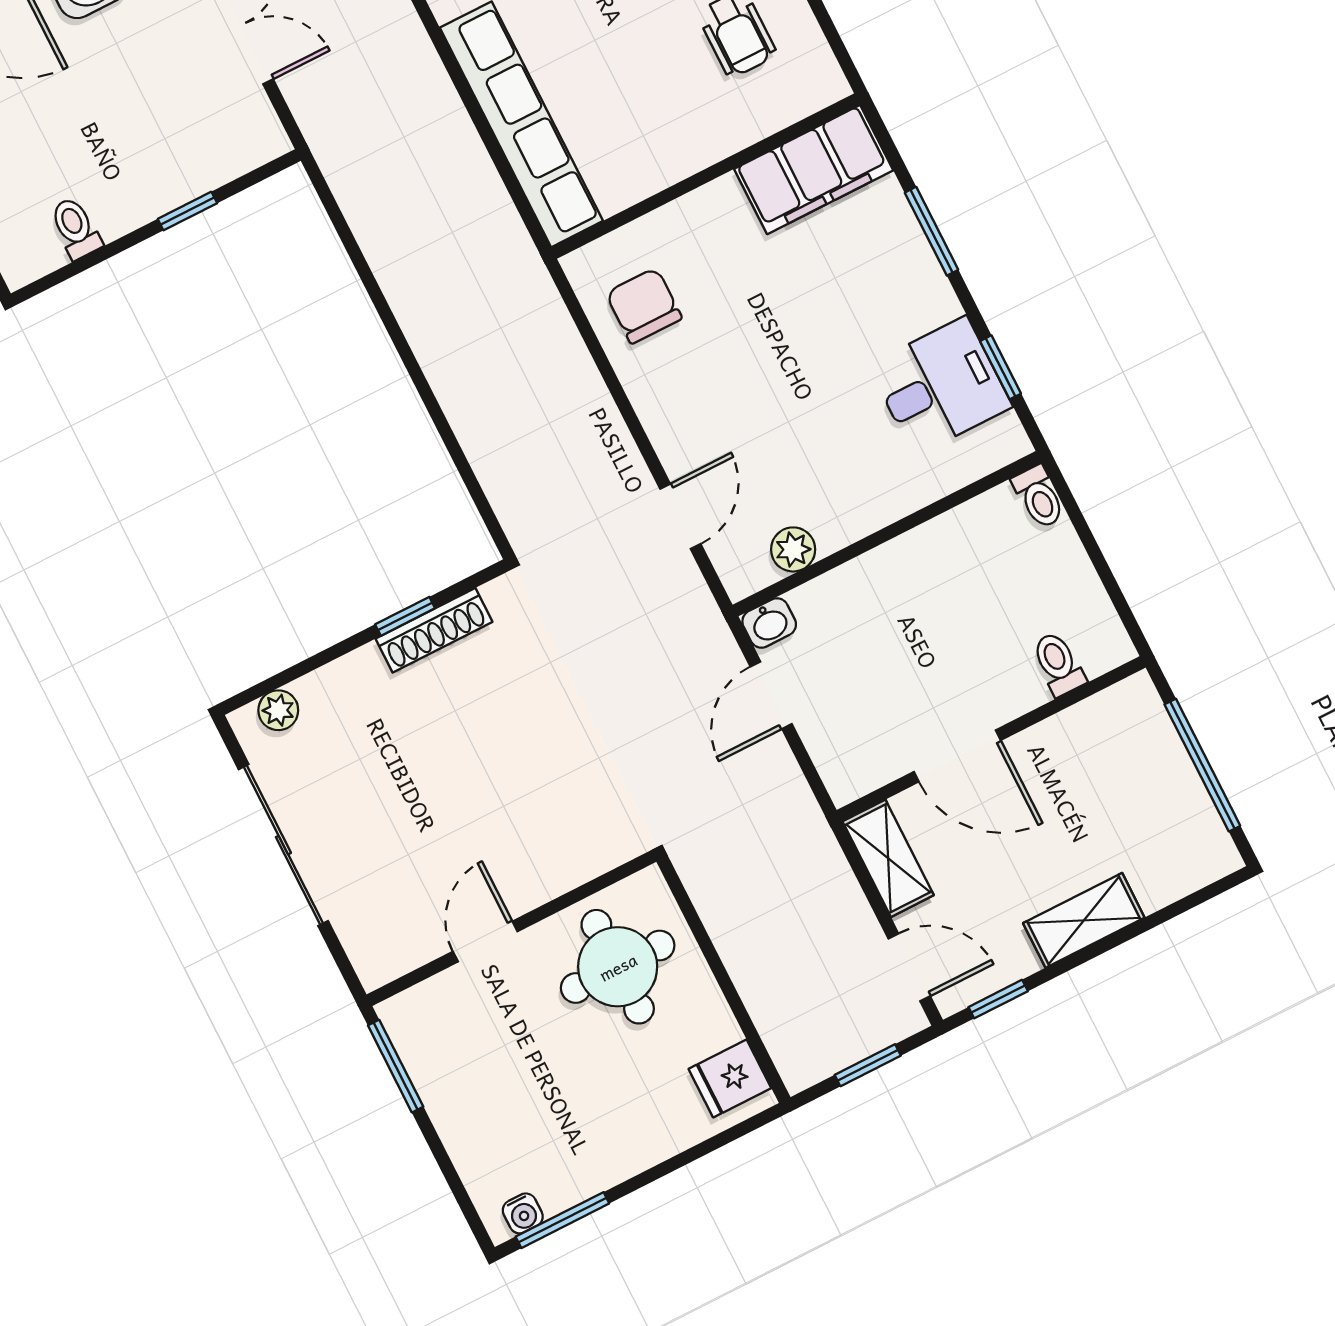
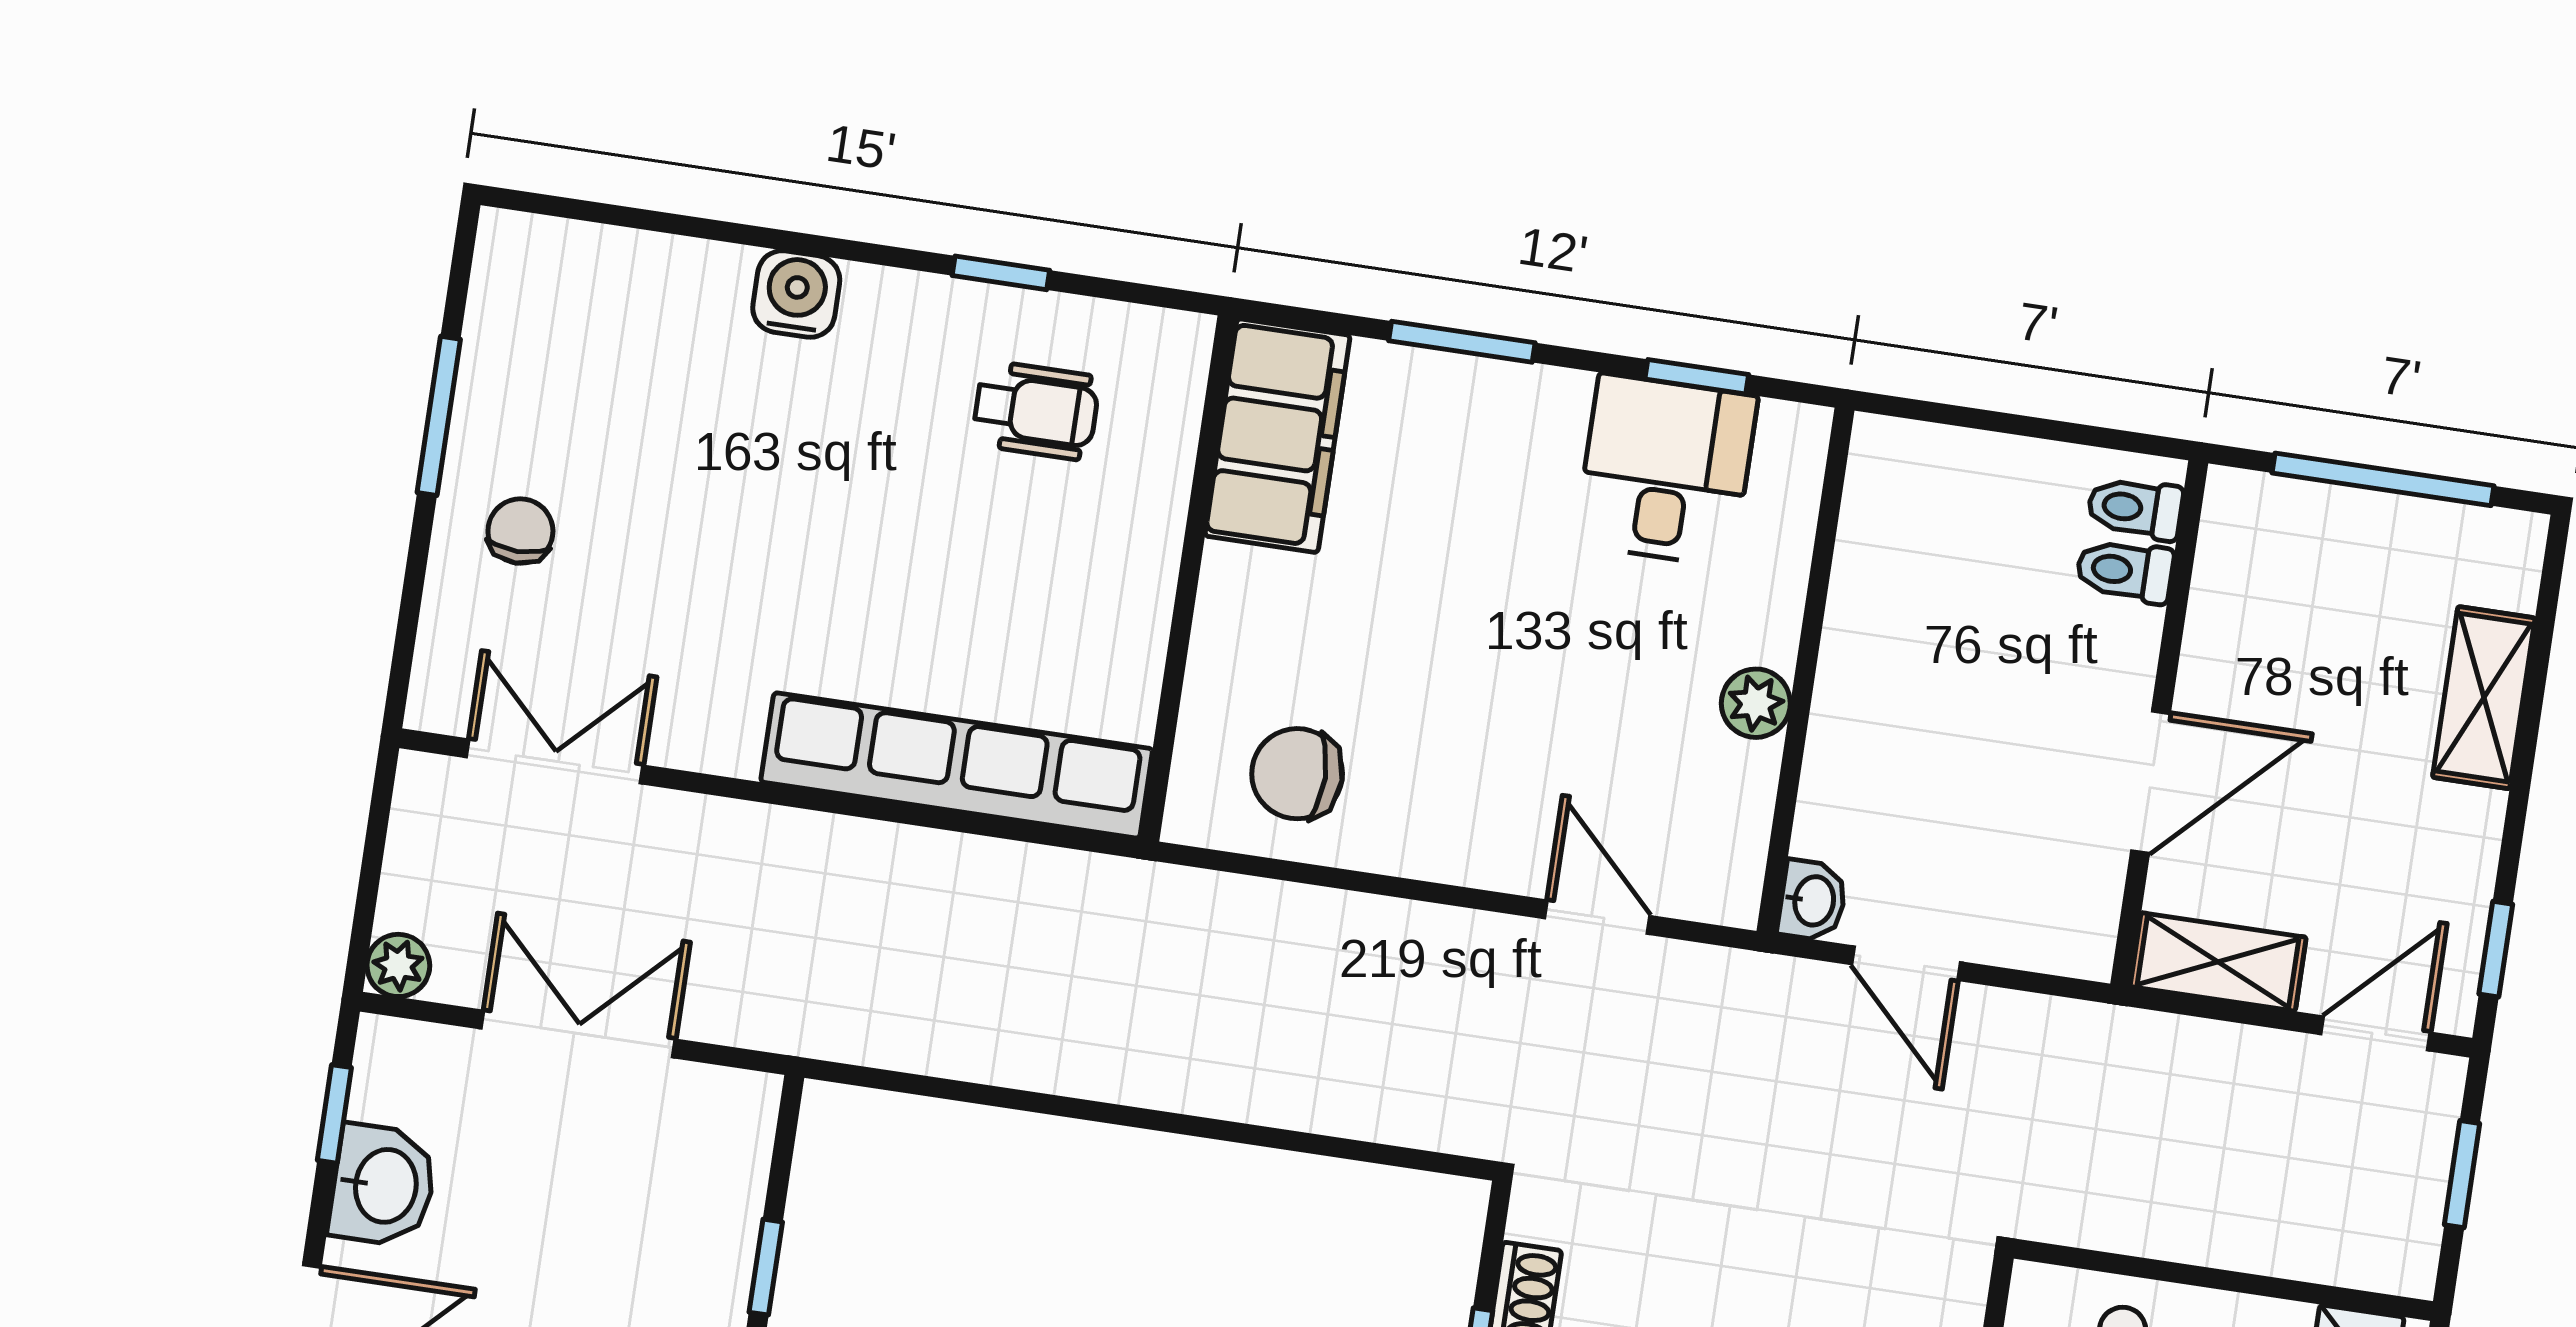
toilet: (1039, 497) -> (2135, 508), moved, turned 180
plant: (793, 549) -> (1756, 703), moved
shelving: (1084, 920) -> (2484, 698), moved

